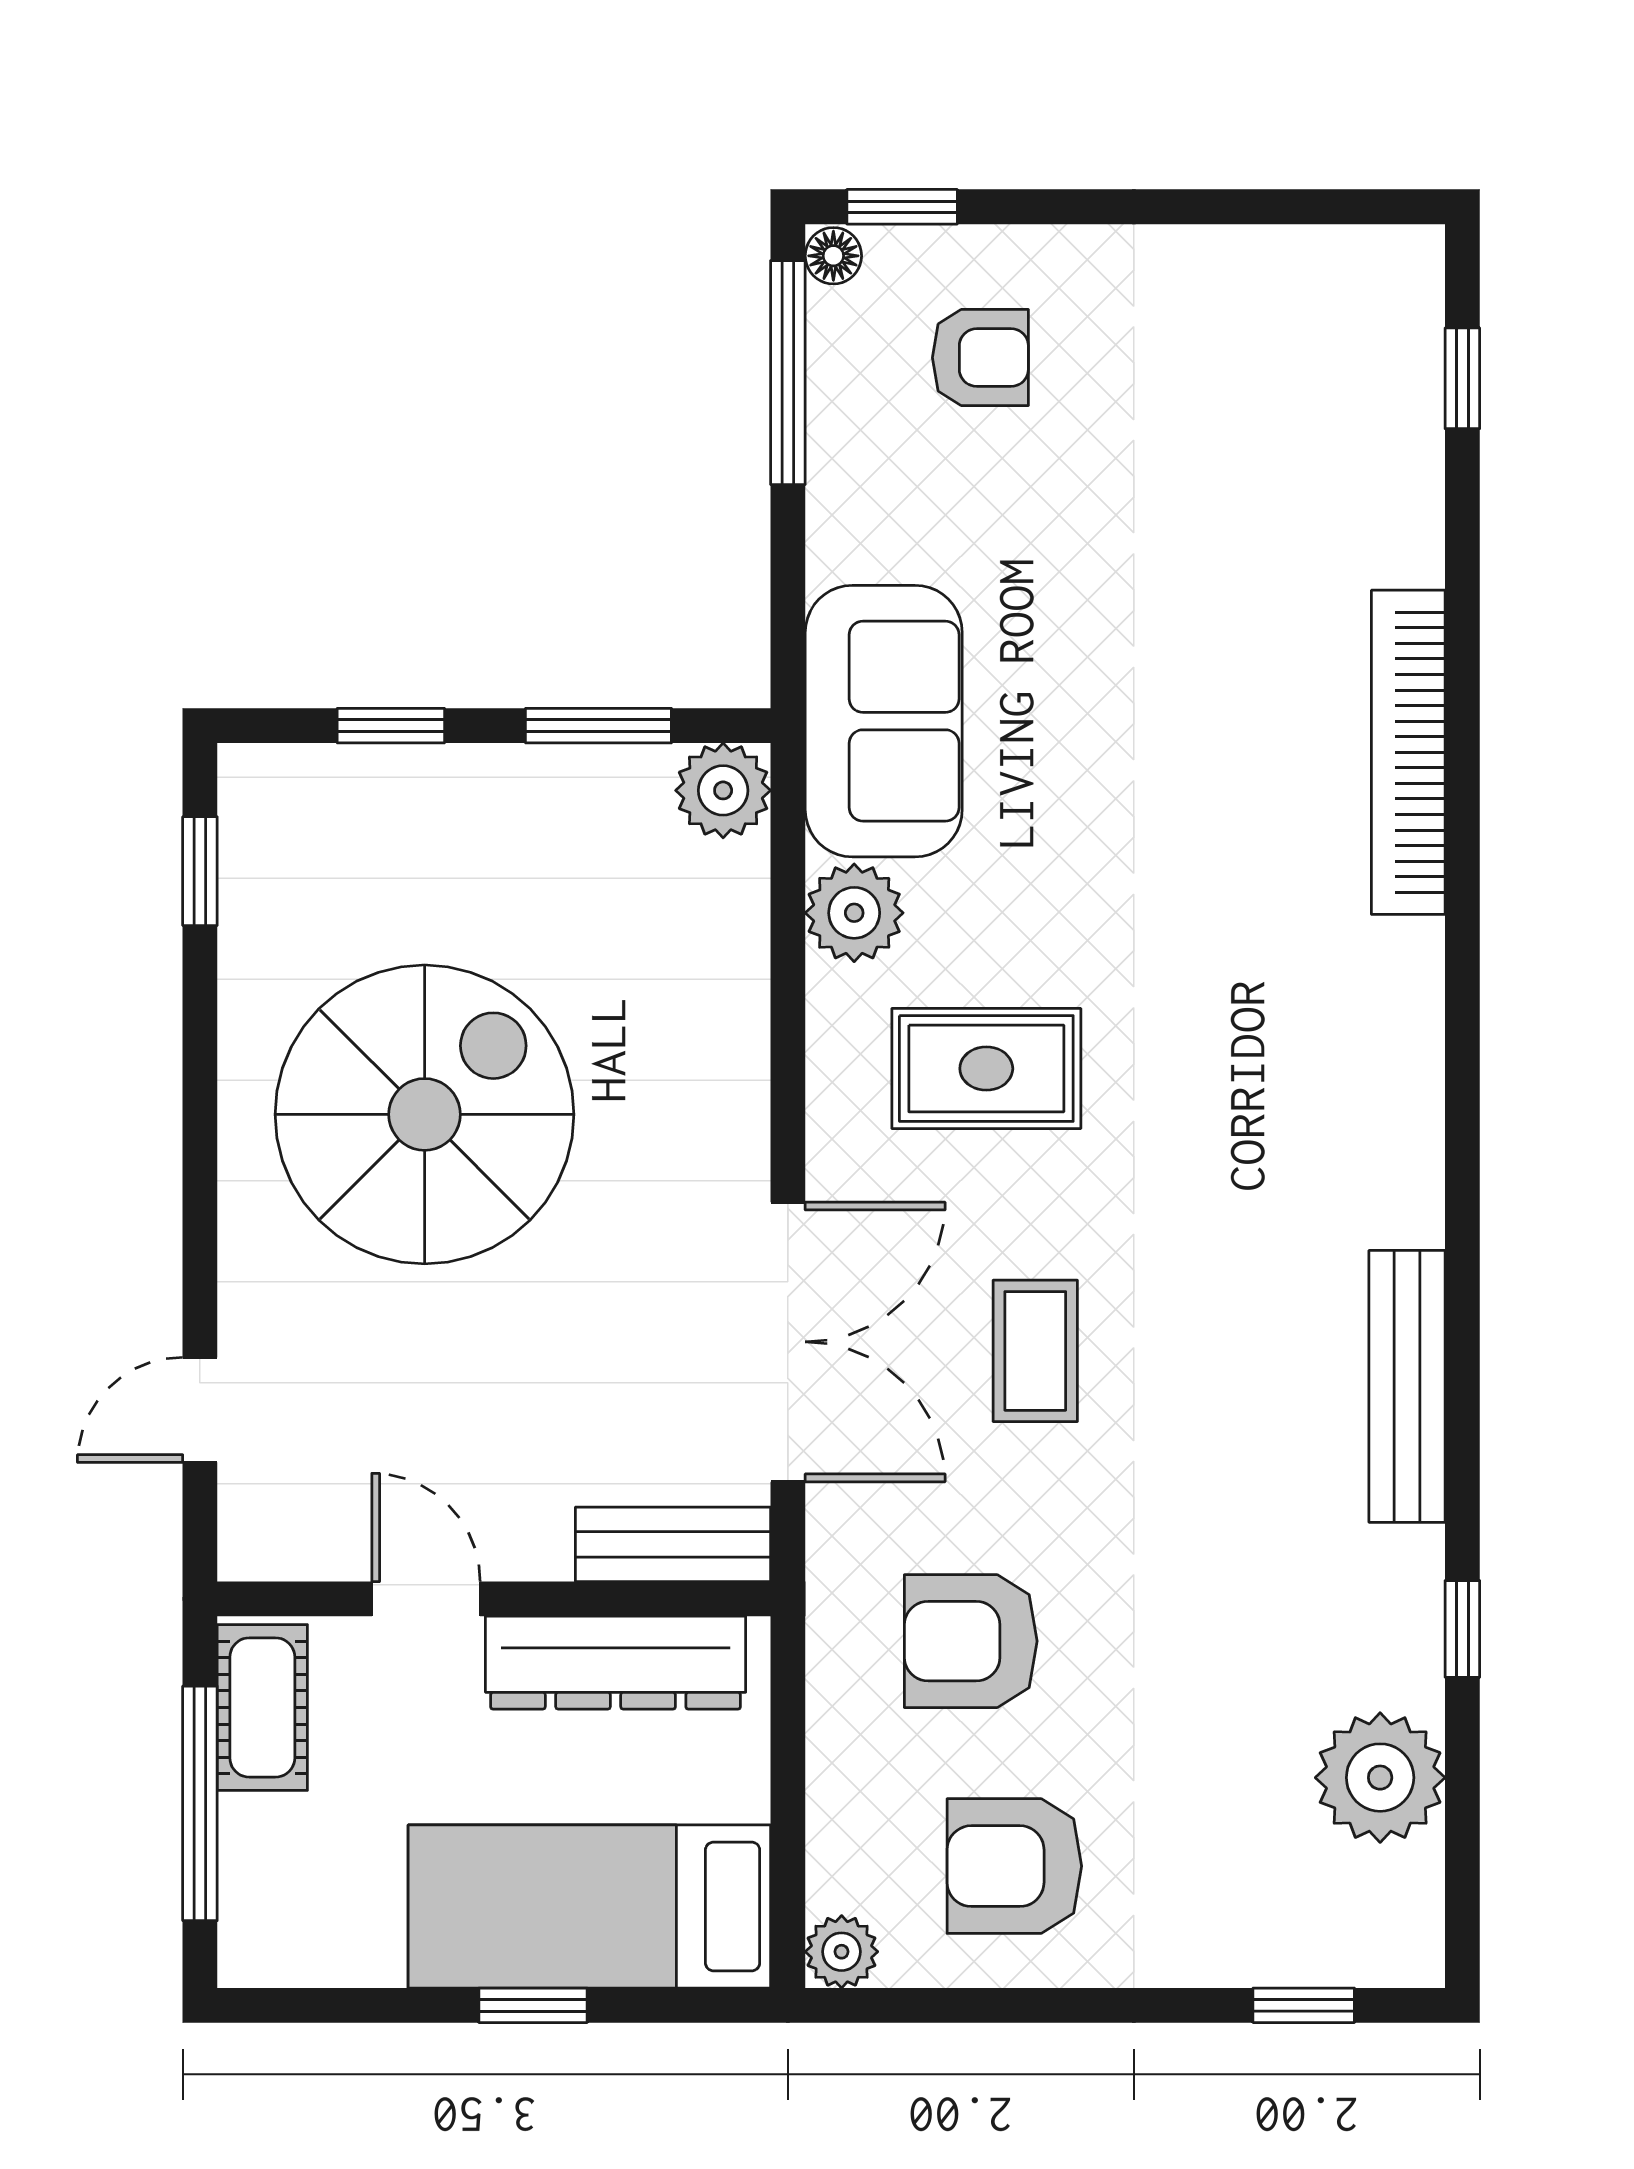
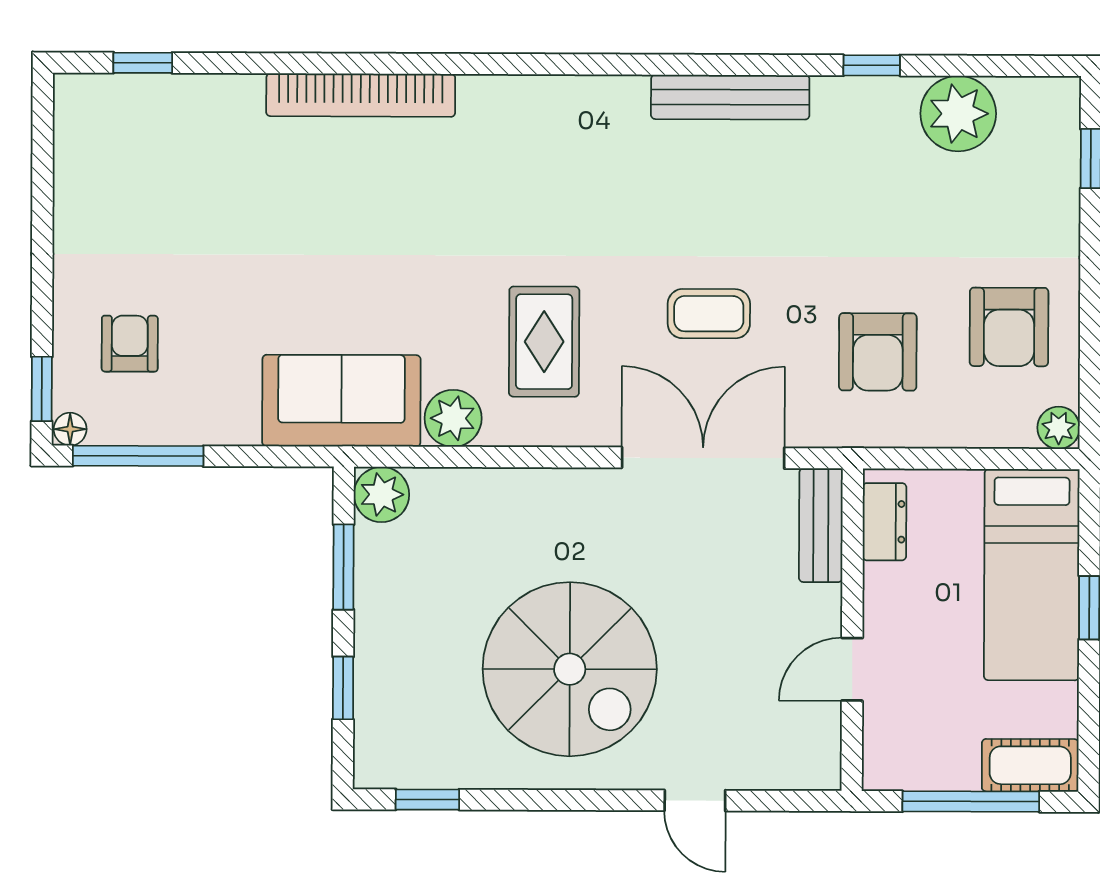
spiral stairs: (425, 1114) -> (570, 669), turned 180
door: (200, 1410) -> (695, 800), moved
dresser: (616, 1663) -> (884, 522), width x0.51, depth x0.80
cot: (262, 1707) -> (1030, 765), moved

